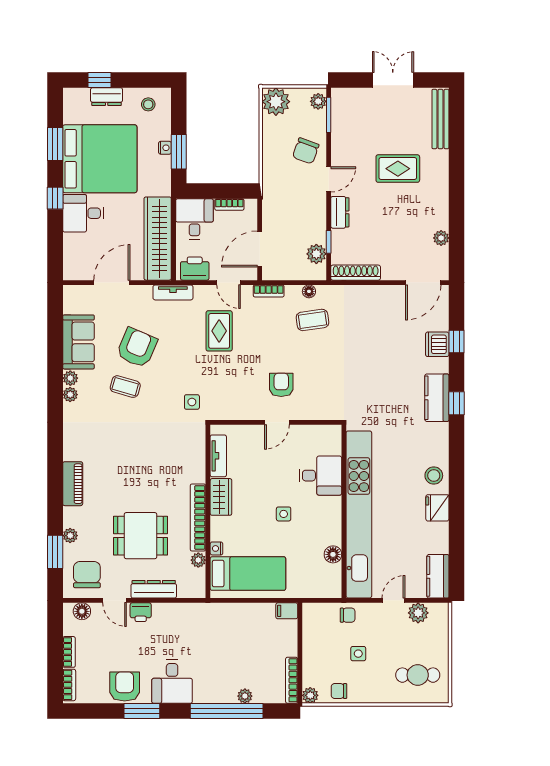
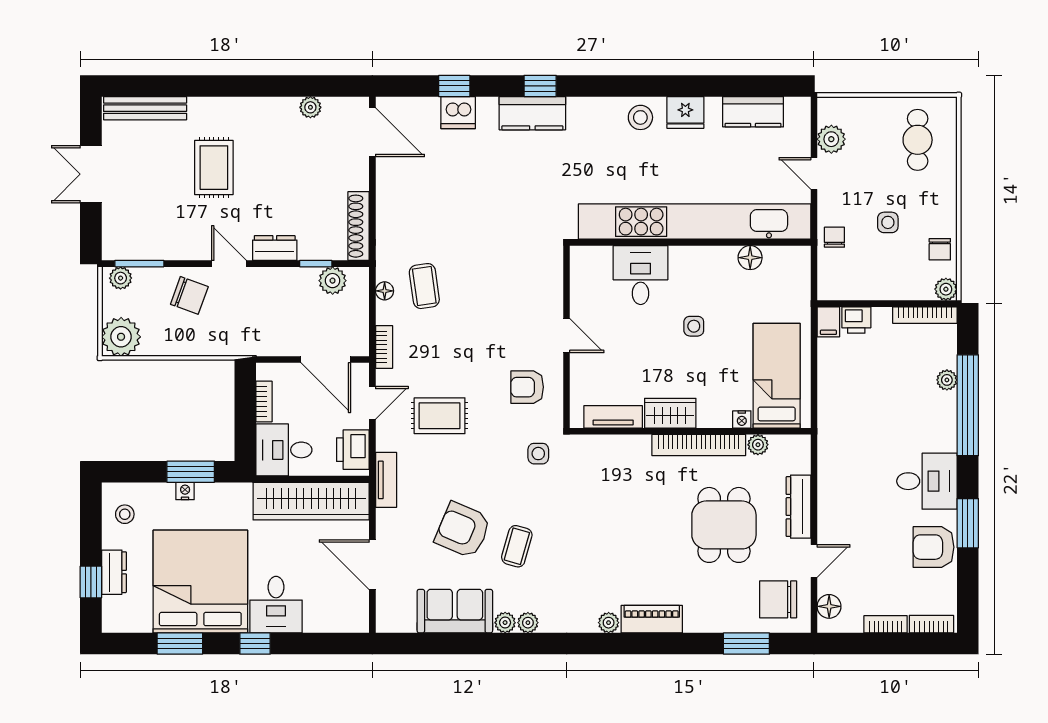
armchair: (281, 385) -> (527, 387), moved
plant: (70, 536) -> (609, 623), moved
kitchen counter: (438, 576) -> (753, 112), moved
printer: (141, 612) -> (856, 320), moved, turned 90

